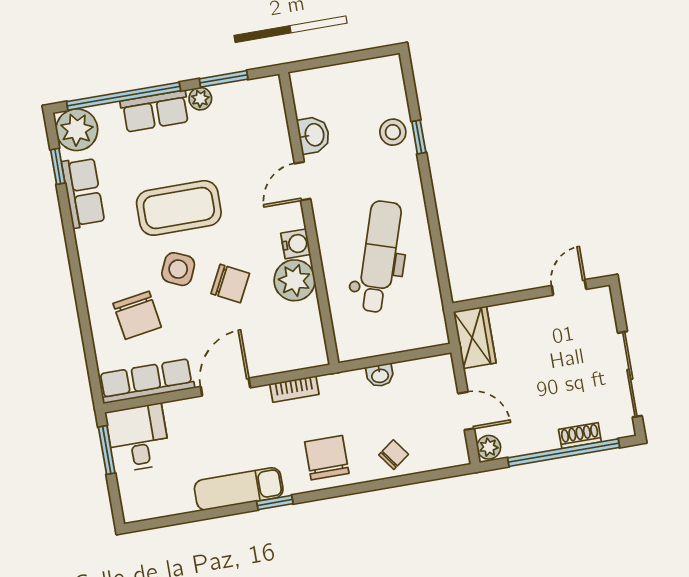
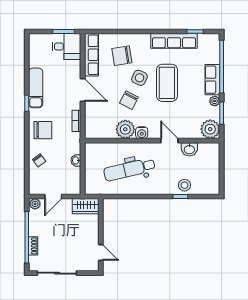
plant: (77, 130) -> (210, 129), moved
row of seats: (83, 192) -> (174, 41), width x1.48
dental chair: (379, 257) -> (129, 169), turned 149

